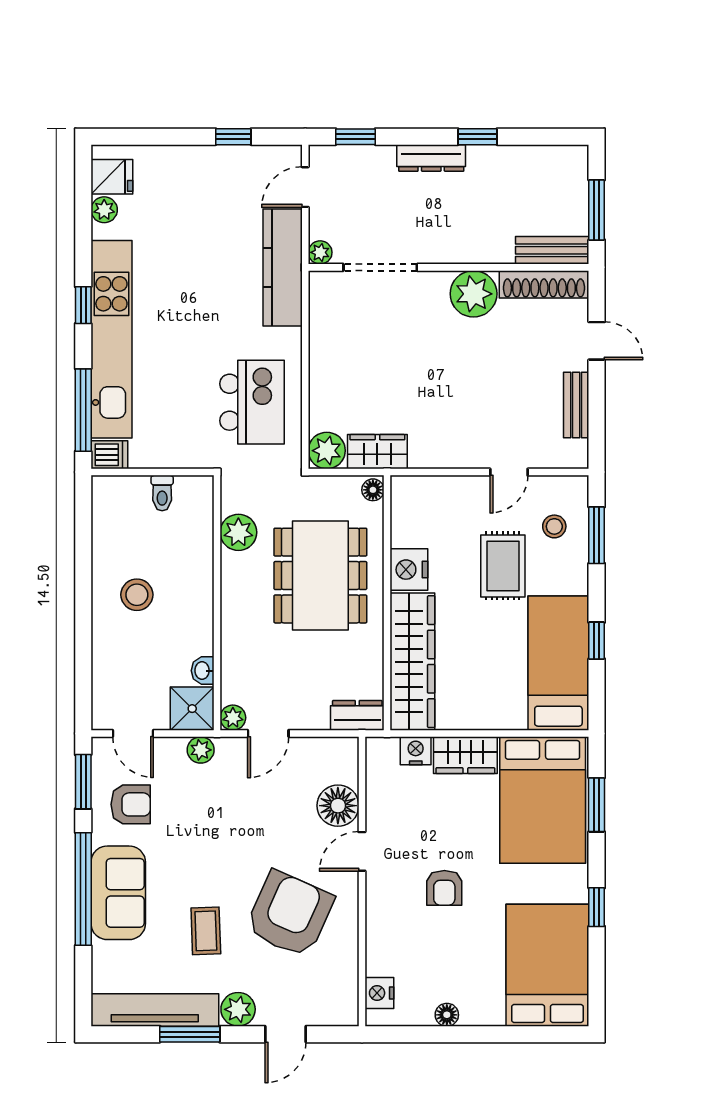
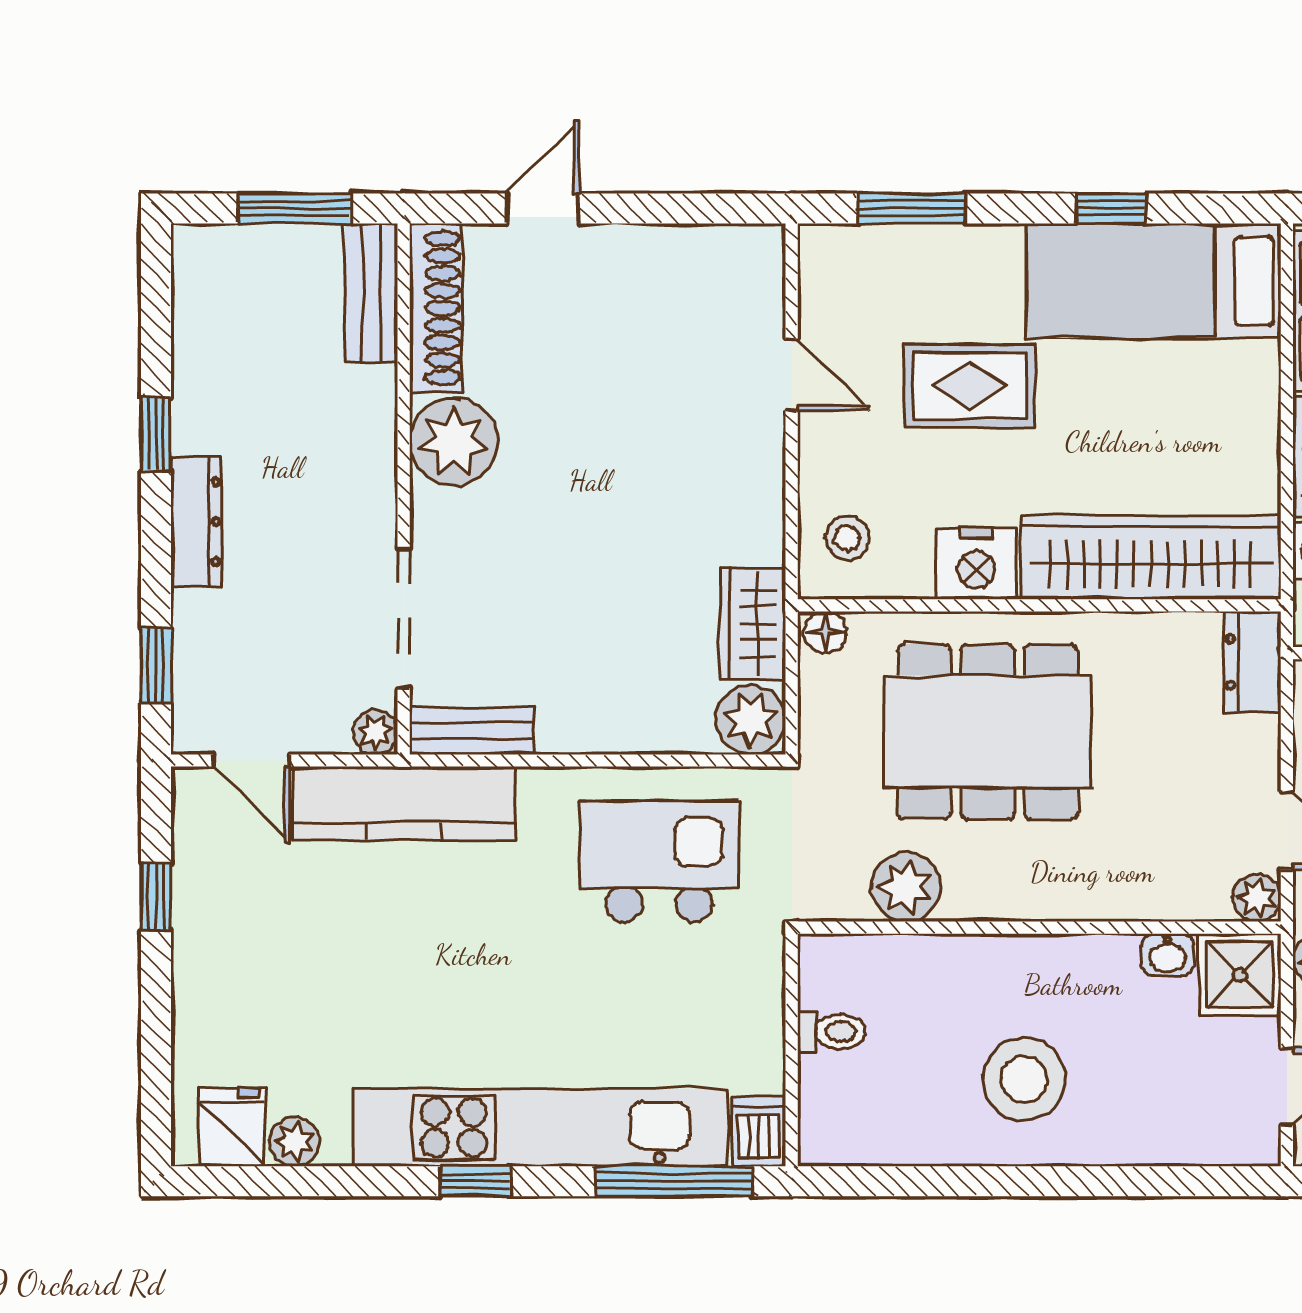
bench: (576, 405) -> (472, 731), moved
stool: (554, 526) -> (847, 538), moved
stool: (137, 595) -> (1024, 1080), width x1.38, depth x1.38

